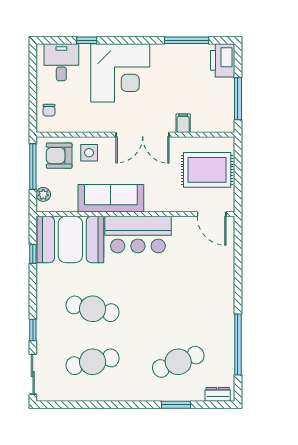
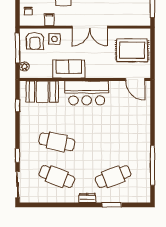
filing cabinet: (183, 123) -> (49, 20), moved
armchair: (59, 156) -> (35, 41), turned -90
sofa: (111, 198) -> (69, 69), width x0.73
booth: (70, 239) -> (42, 92), width x0.73, depth x0.70
cafe table: (93, 362) -> (57, 177), turned 33
dresser: (218, 394) -> (87, 198), moved

